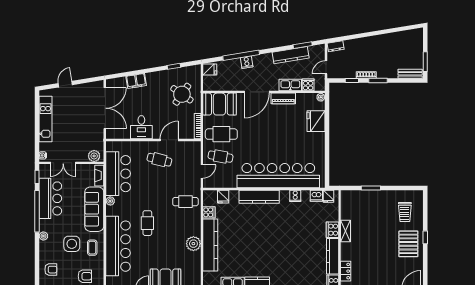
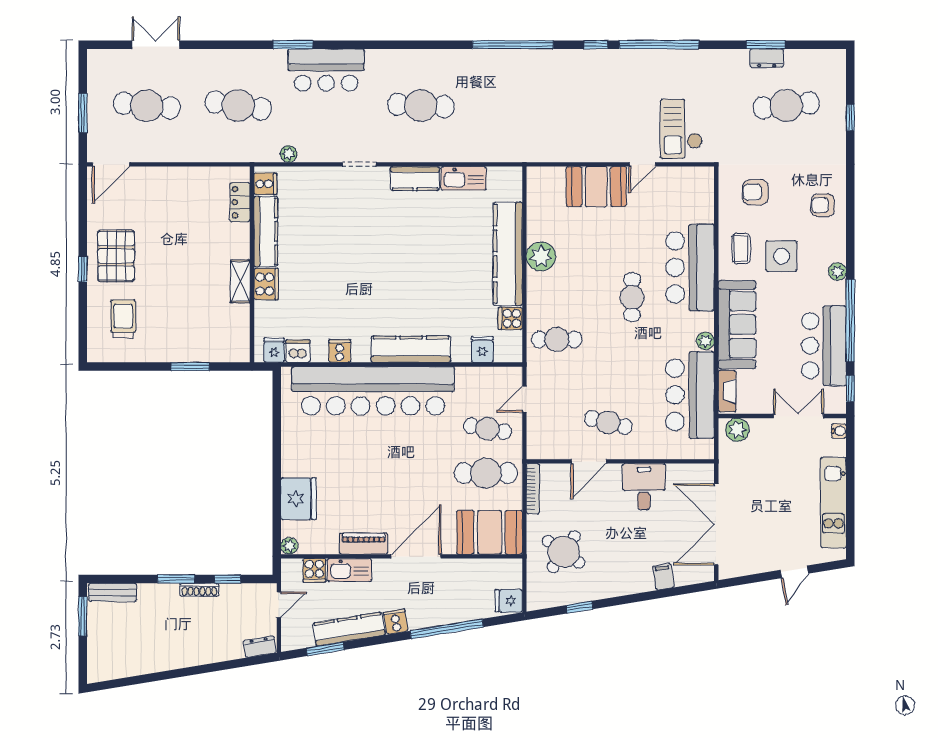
cooker: (247, 62) -> (396, 622), moved
filing cabinet: (136, 81) -> (663, 577), width x0.50
bar counter: (118, 246) -> (690, 267), width x0.73

